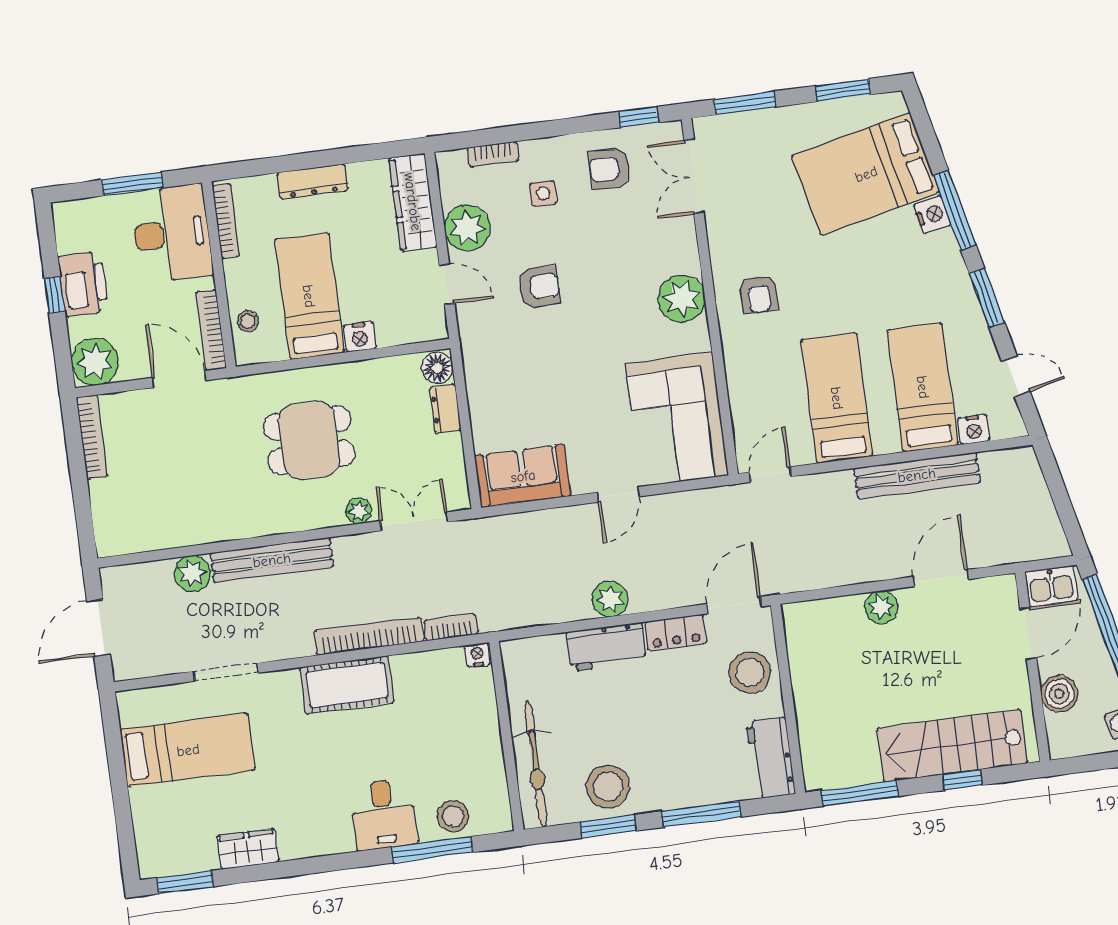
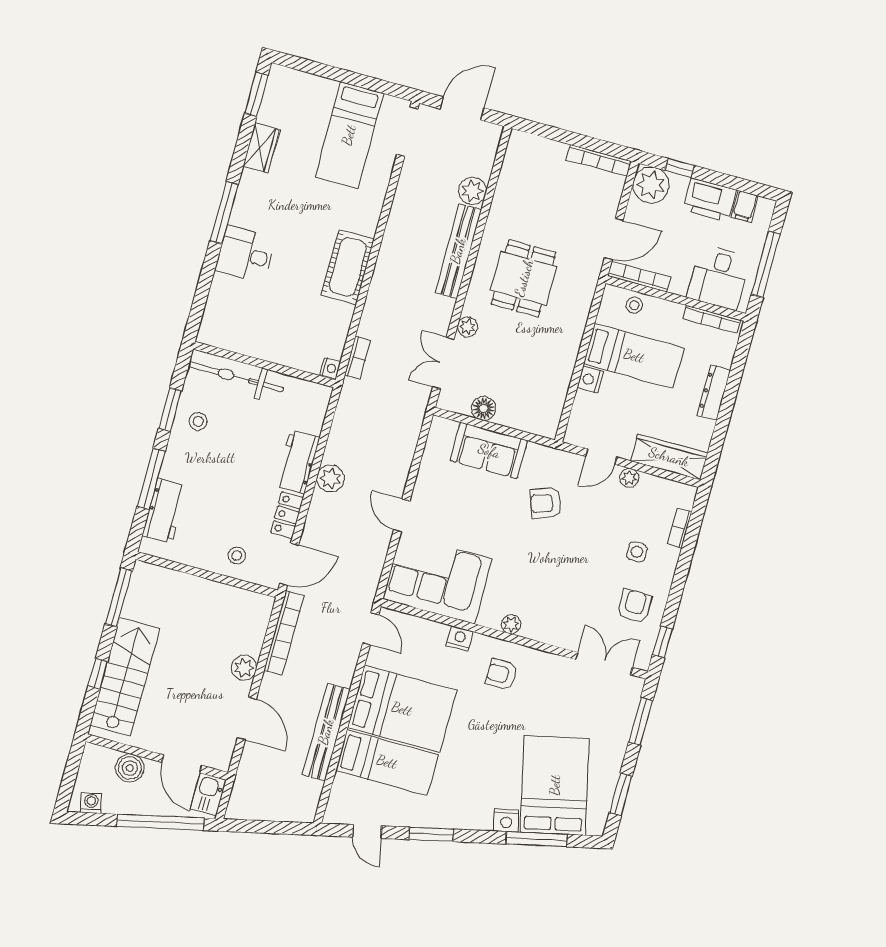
window: (132, 184) -> (766, 264), width x1.44
window: (955, 210) -> (536, 839), moved
plant: (467, 228) -> (629, 478), width x0.53, depth x0.53
desk: (172, 234) -> (719, 277), width x0.73
filing cabinet: (73, 238) -> (745, 206), added
armchair: (539, 287) -> (546, 503), moved, turned 71
window: (55, 295) -> (679, 168), moved
plant: (682, 299) -> (511, 624), width x0.53, depth x0.53
floor lamp: (437, 368) -> (484, 408), moved
door: (1016, 376) -> (367, 832), hinge flipped
bed: (837, 398) -> (402, 709), width x1.50
dresser: (445, 409) -> (514, 419), removed
nightstand: (974, 429) -> (460, 638), moved, turned 90
dining table: (309, 440) -> (524, 278), moved
sofa: (523, 476) -> (489, 451), moved, turned 90
double door: (414, 521) -> (443, 363), swing flipped
door: (734, 605) -> (289, 564), hinge flipped
door: (98, 628) -> (462, 108), hinge flipped
bookcase: (369, 636) -> (284, 633), moved
doorway: (226, 672) -> (407, 132), moved
stool: (750, 672) -> (237, 556), width x0.53, depth x0.53
workbench: (771, 758) -> (165, 511), moved, turned 90
stool: (608, 787) -> (198, 421), width x0.53, depth x0.53
stool: (453, 816) -> (223, 303), removed
window: (432, 850) -> (224, 213), moved

